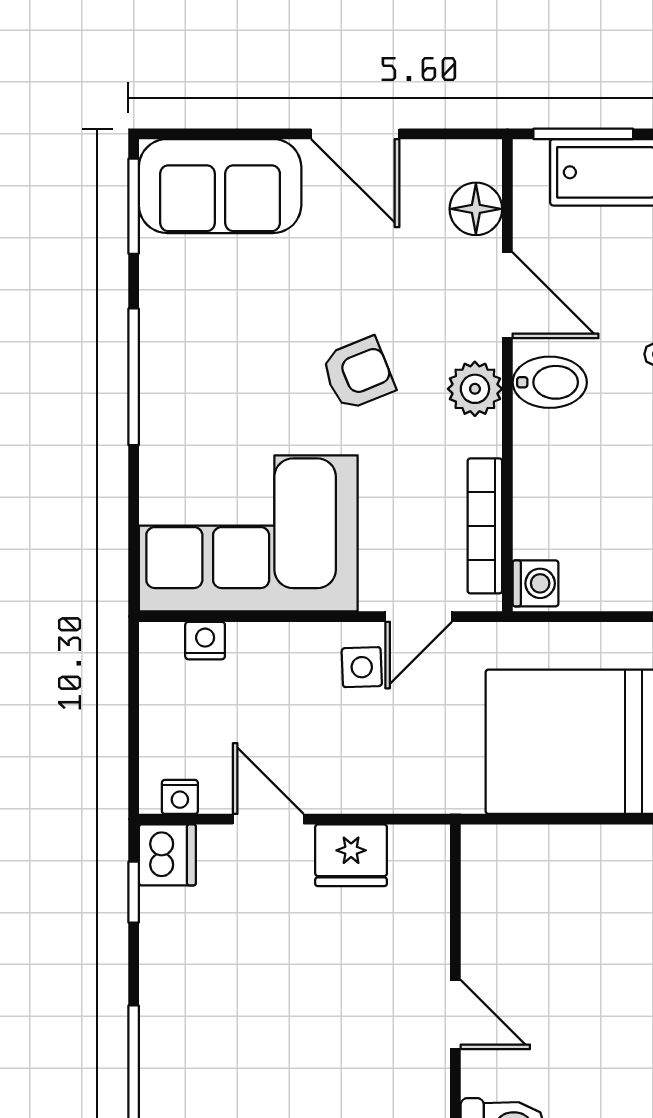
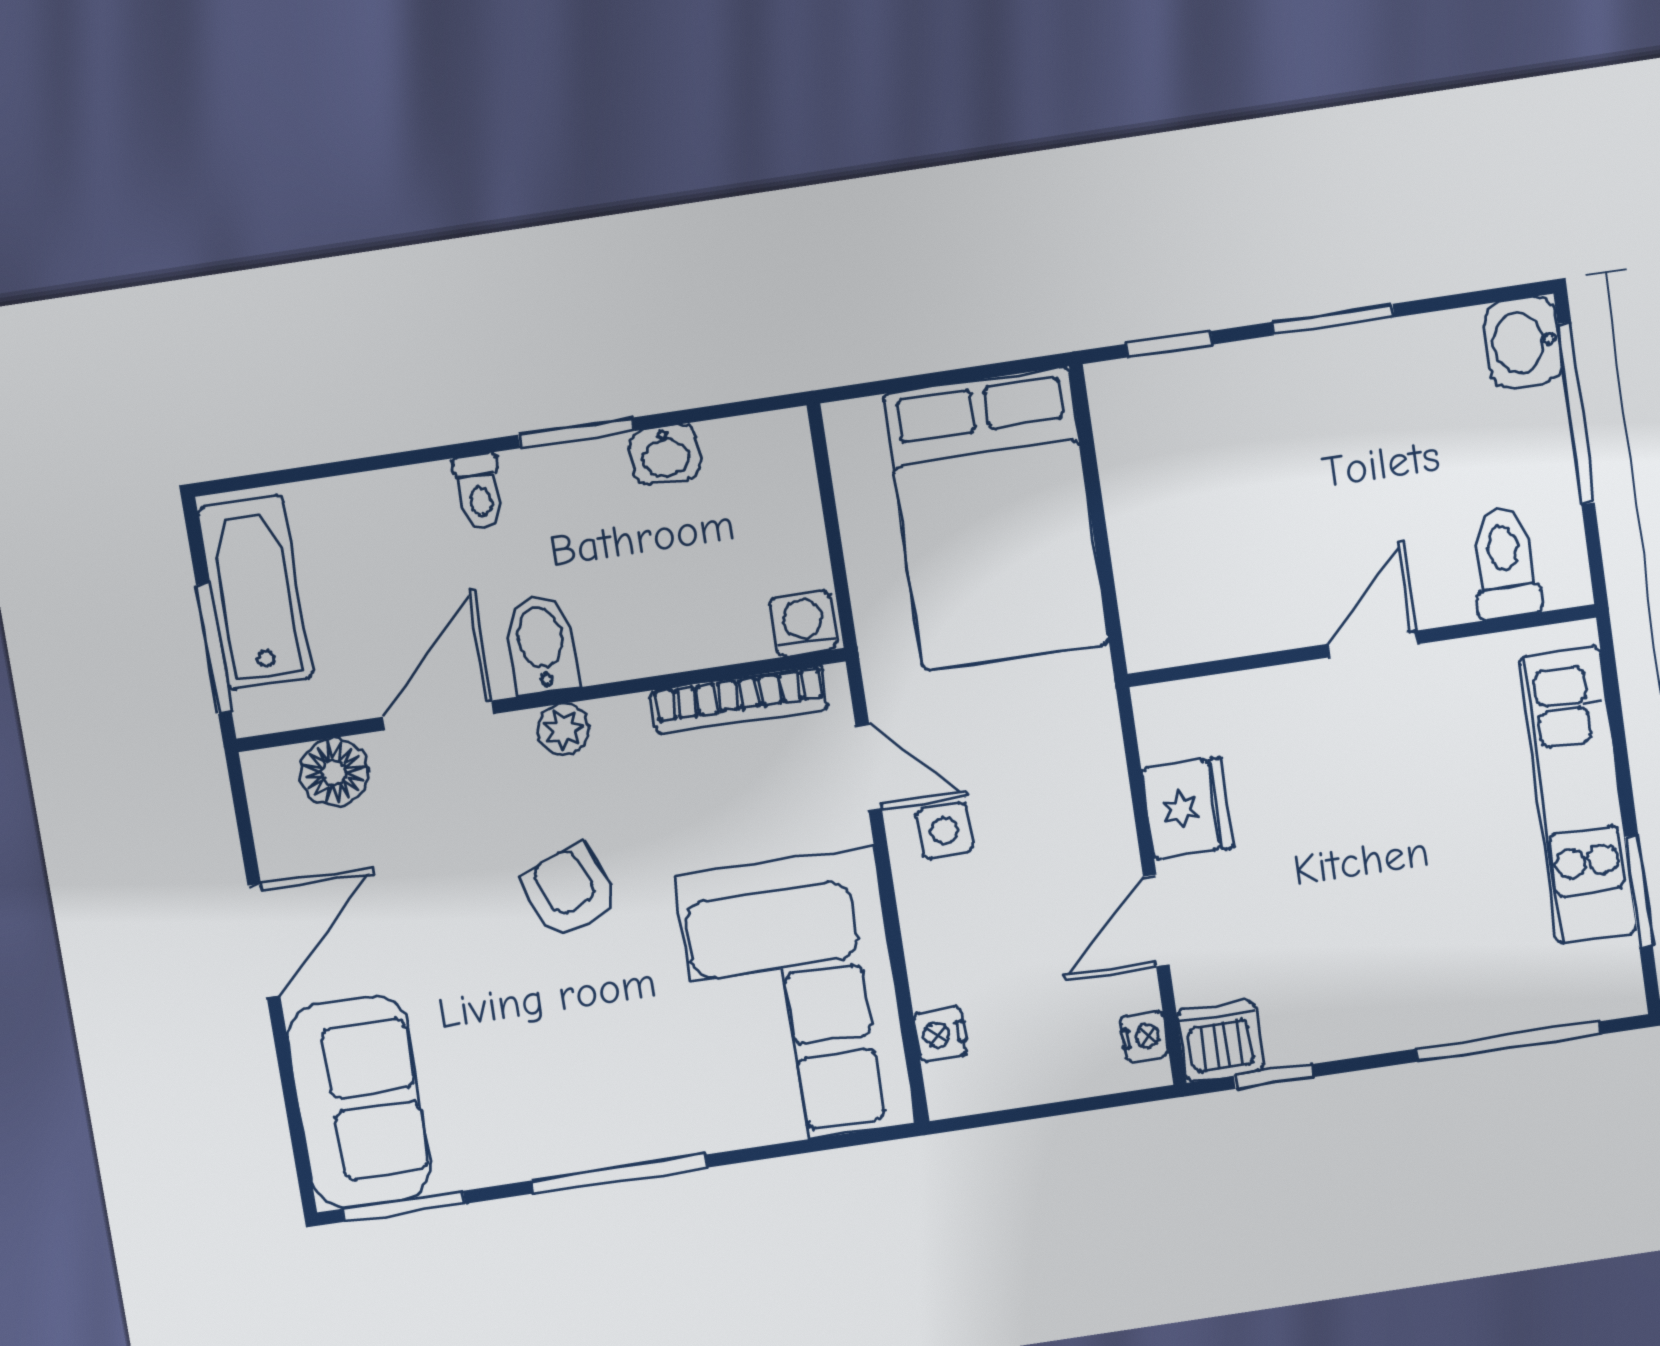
plant: (475, 389) -> (564, 730), width x0.73, depth x0.73

